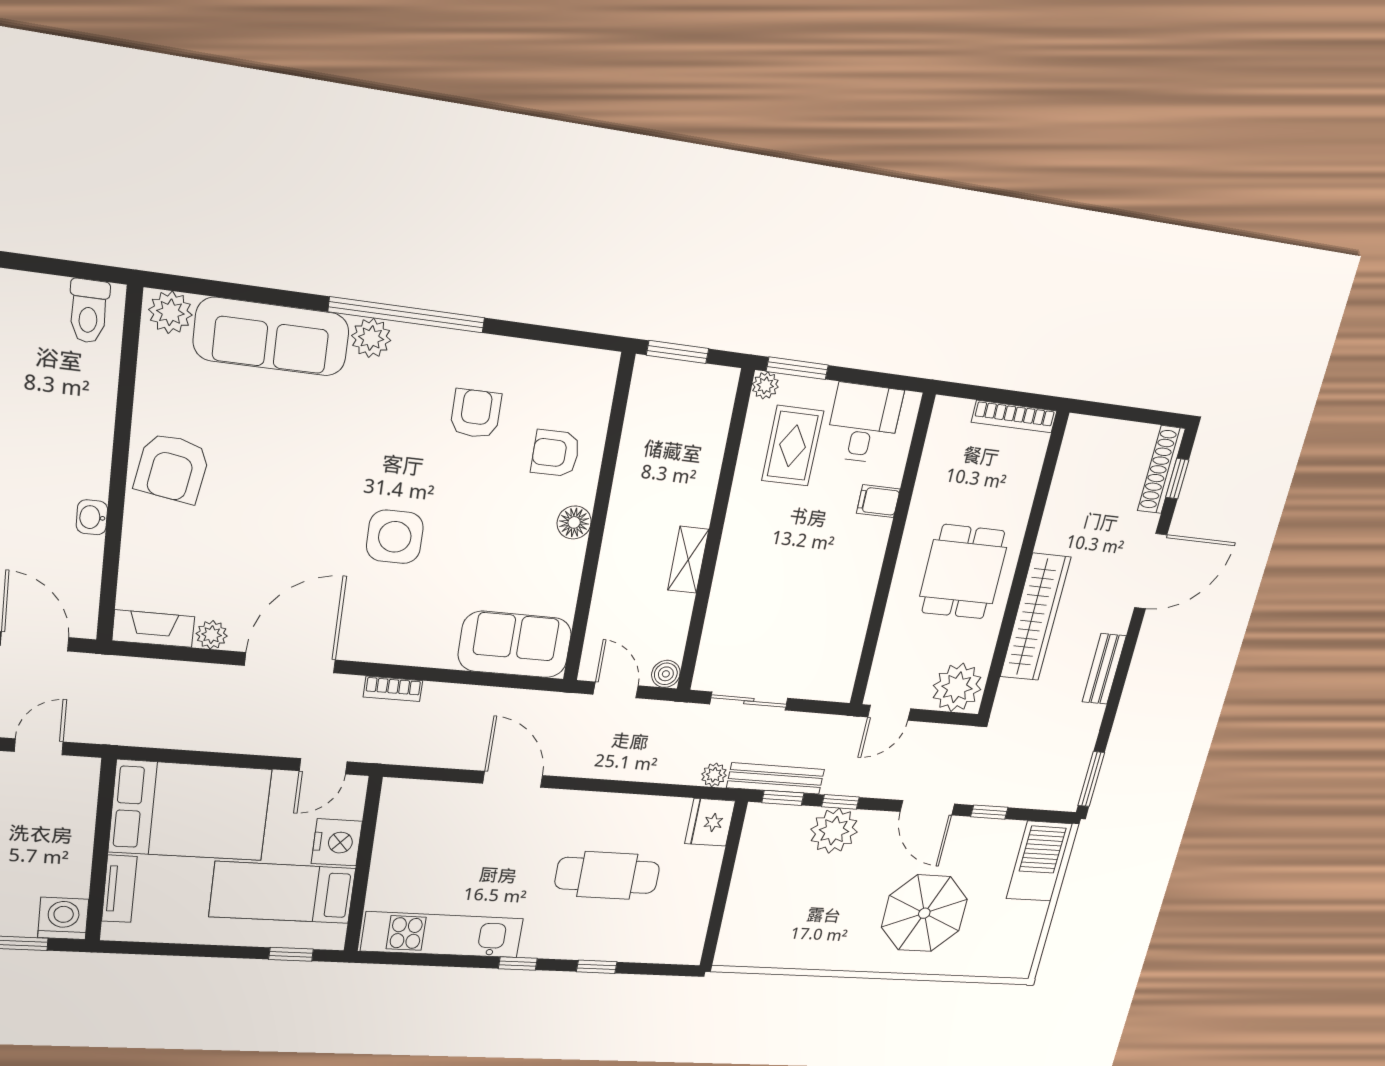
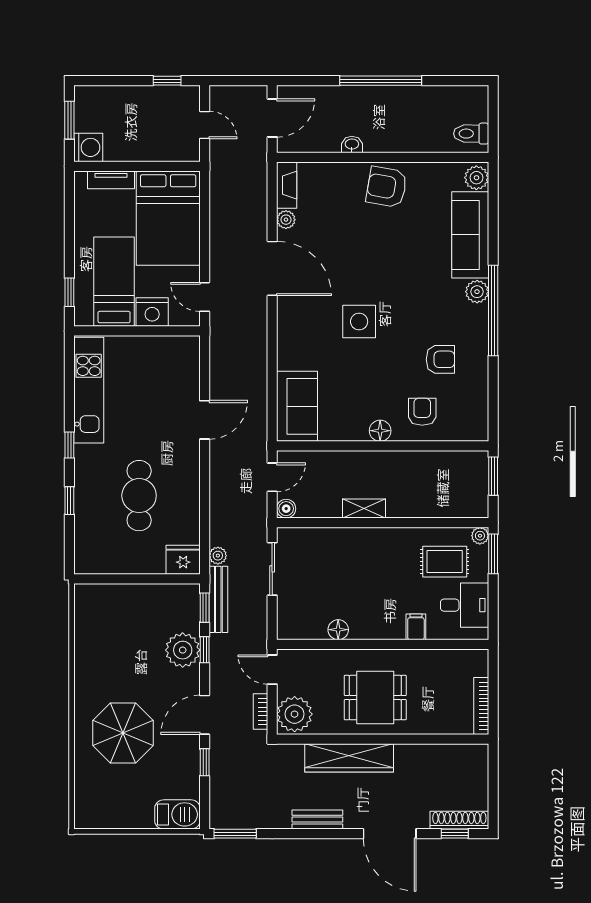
floor lamp: (856, 615) -> (338, 630), added
bookcase: (393, 689) -> (261, 712), moved
barbecue: (1039, 861) -> (177, 814), width x0.73, depth x0.83

